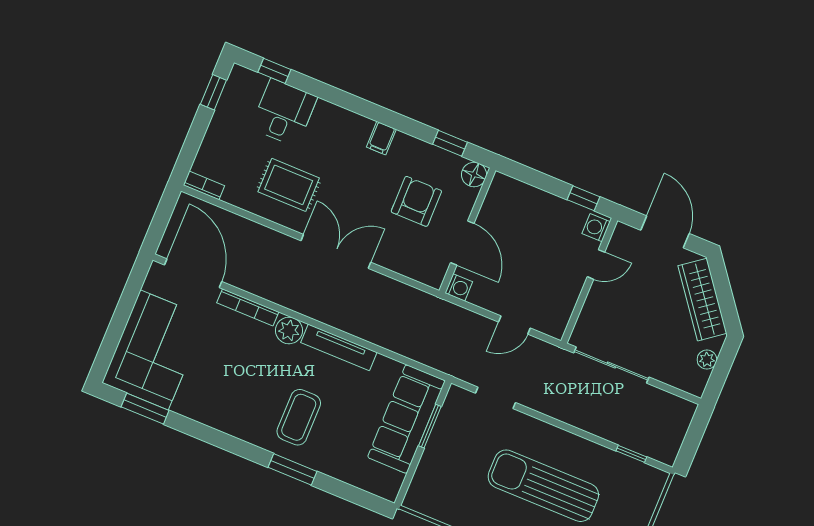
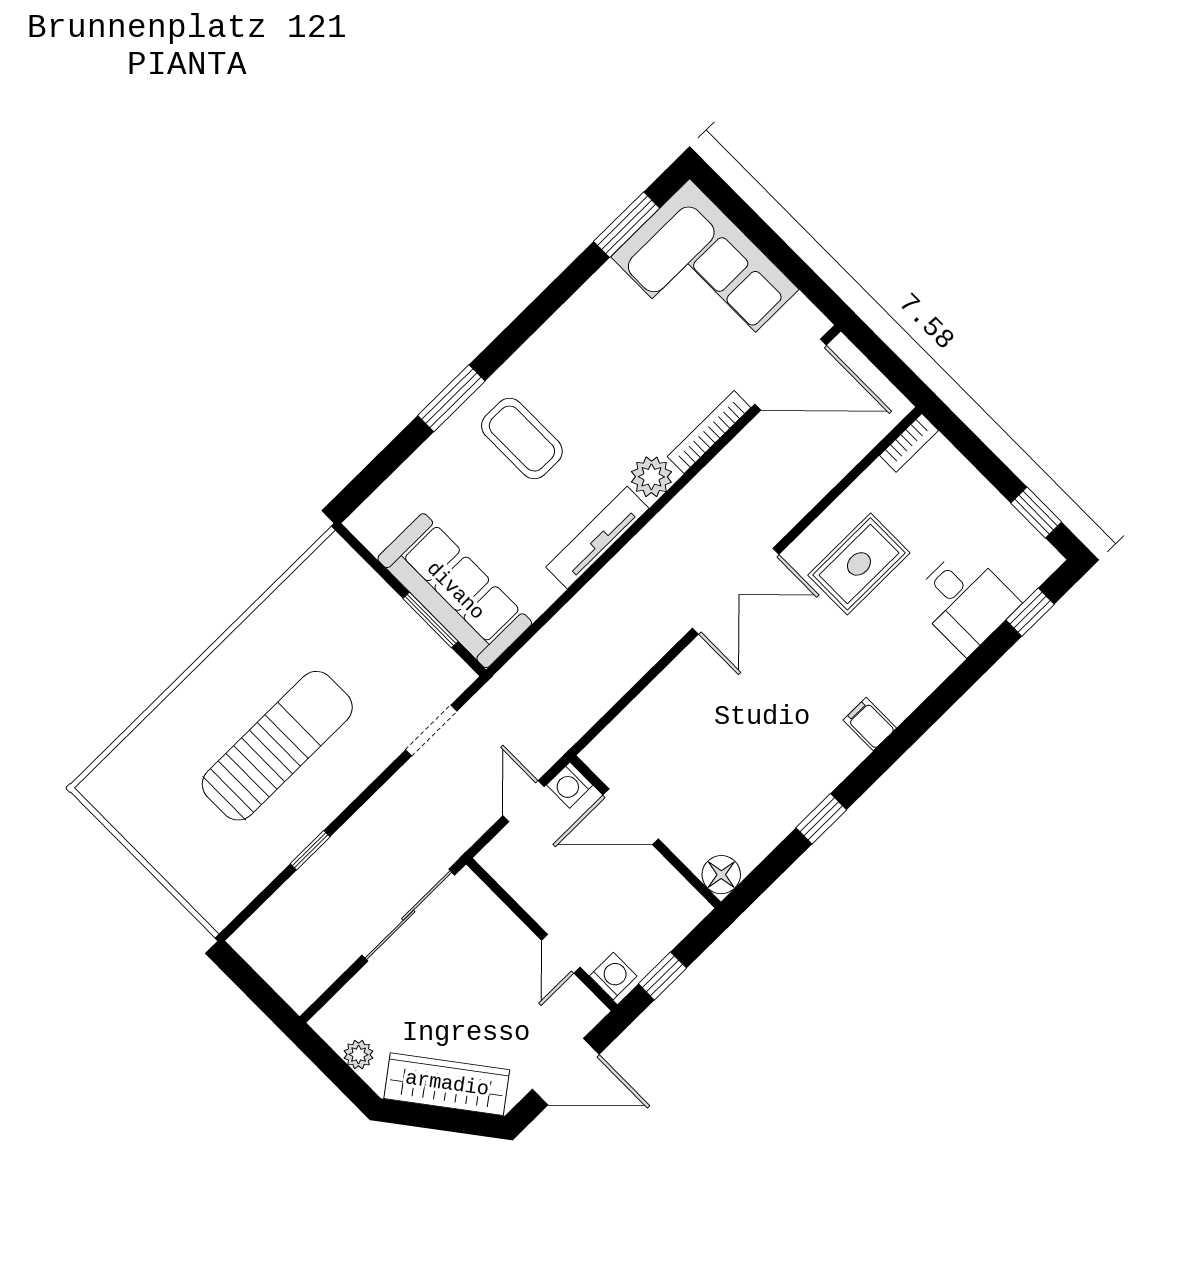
floor lamp: (474, 175) -> (721, 875), moved
armchair: (416, 201) -> (759, 736), removed
wall: (468, 230) -> (645, 832), moved
door: (462, 243) -> (631, 817), moved
washing machine: (459, 287) -> (570, 785), moved
window: (631, 454) -> (310, 850), moved

